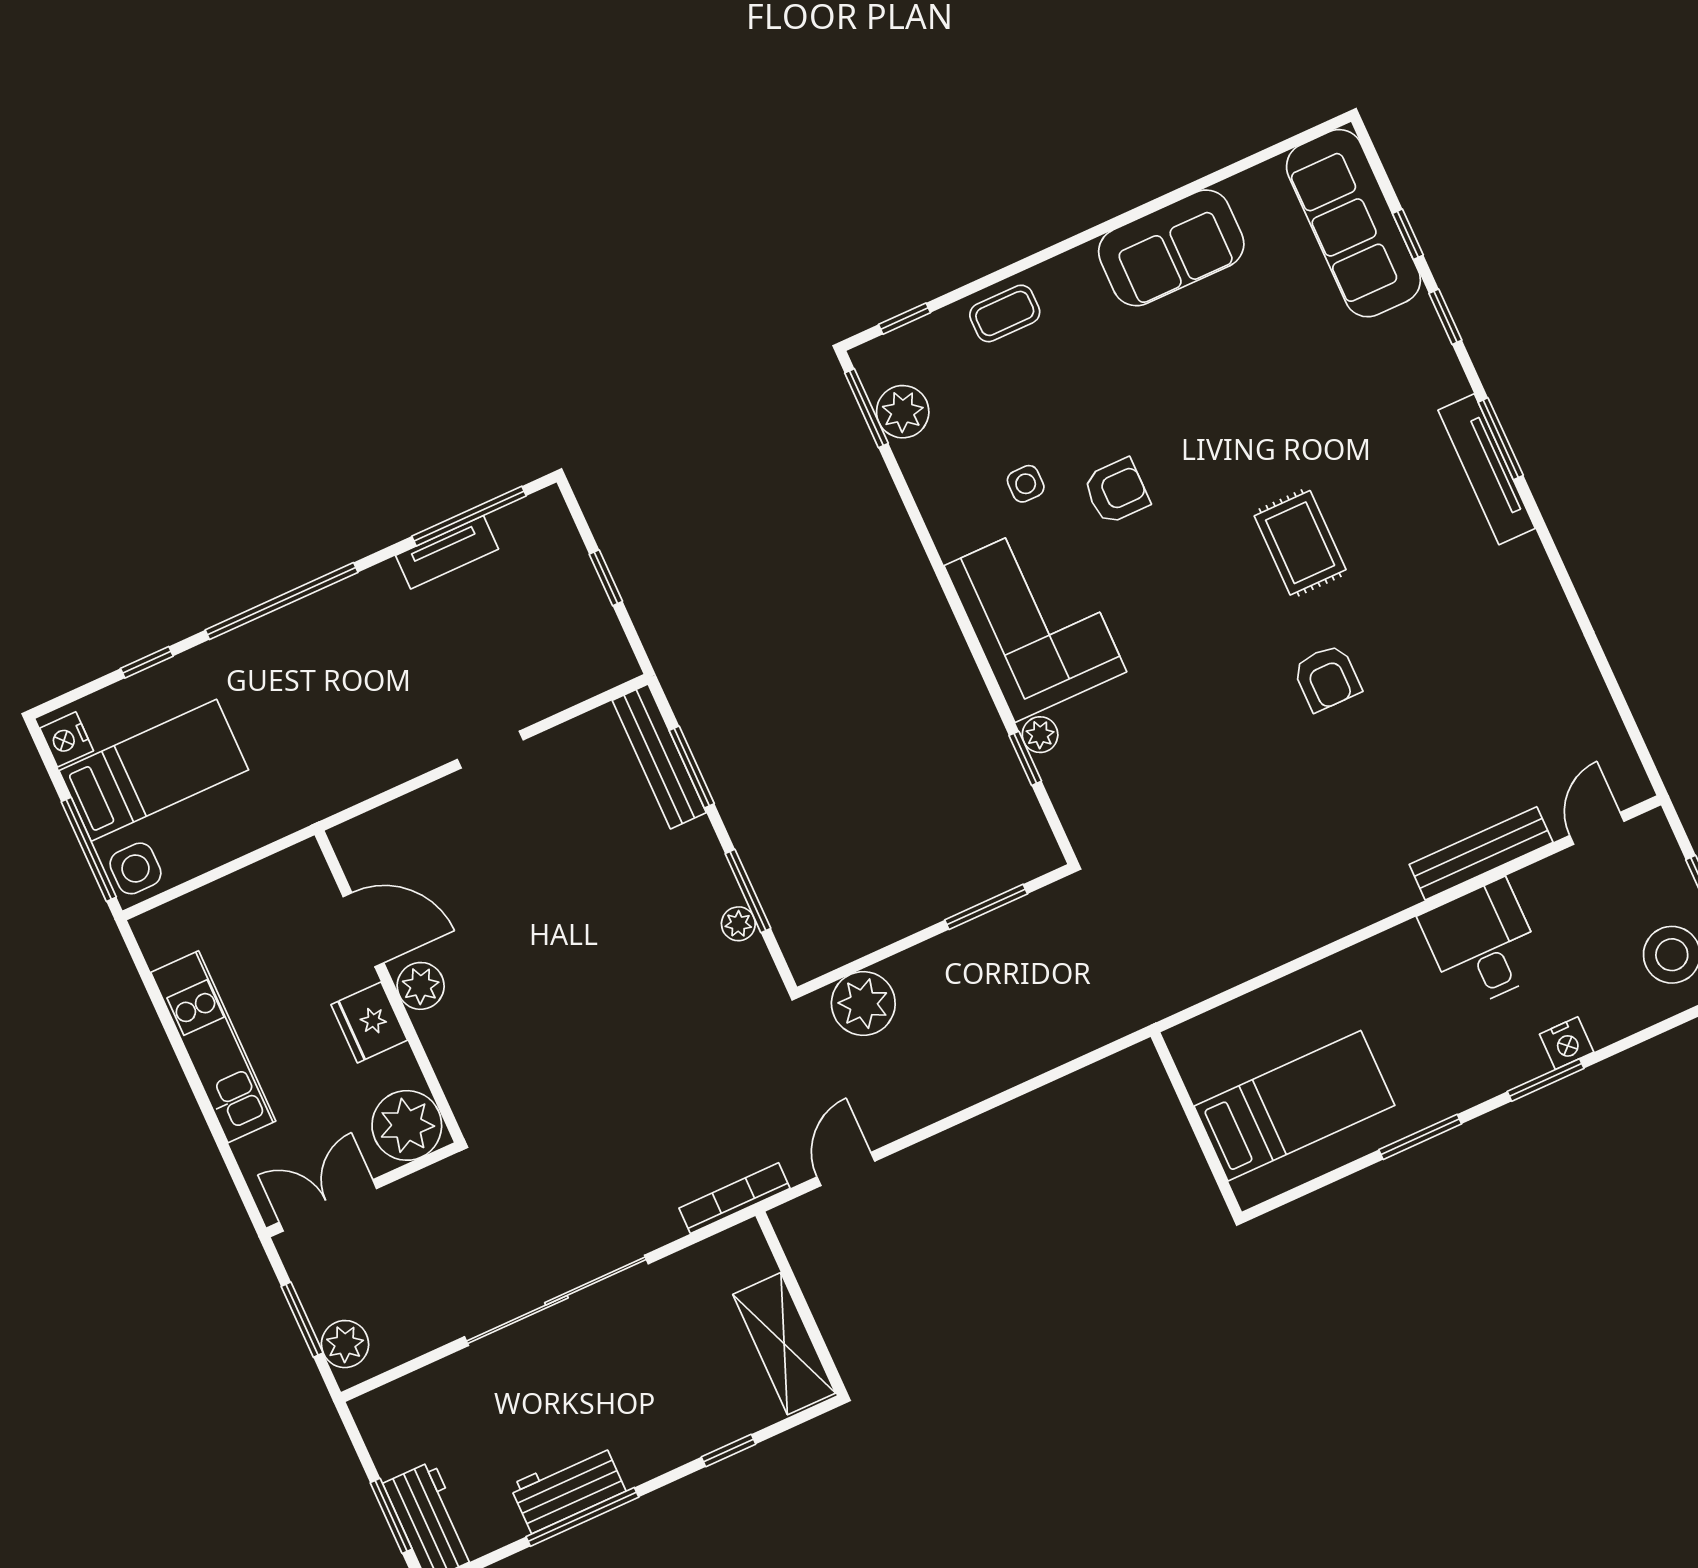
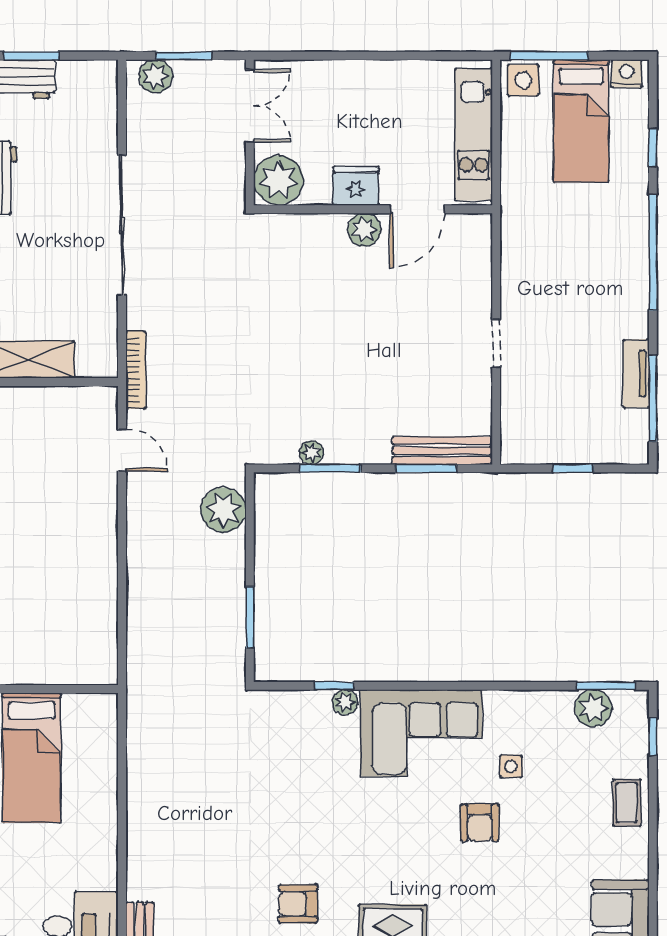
kitchen unit: (213, 1047) -> (474, 134), moved, turned 90

